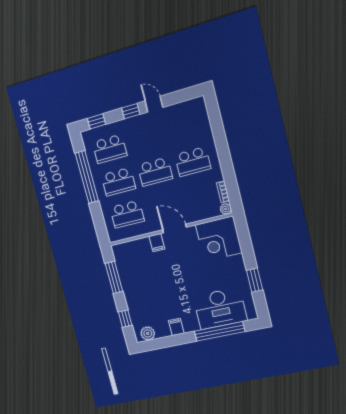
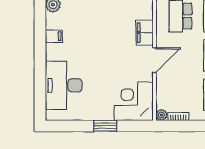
filing cabinet: (157, 243) -> (145, 33), width x2.00
window: (255, 280) -> (105, 126), moved
window: (219, 331) -> (40, 79), removed

